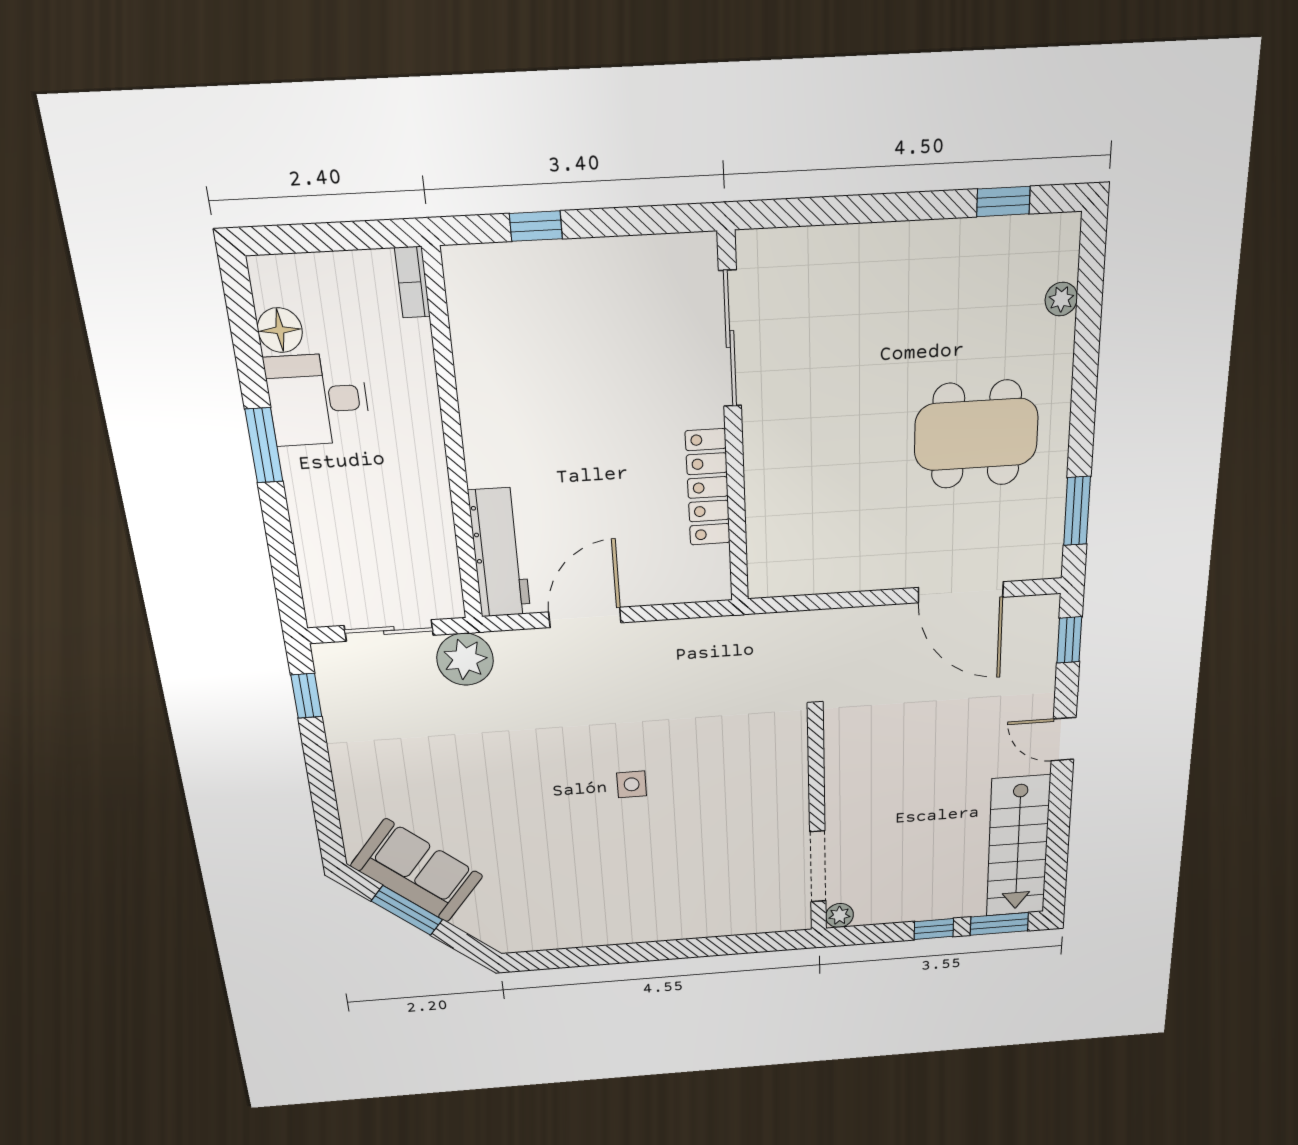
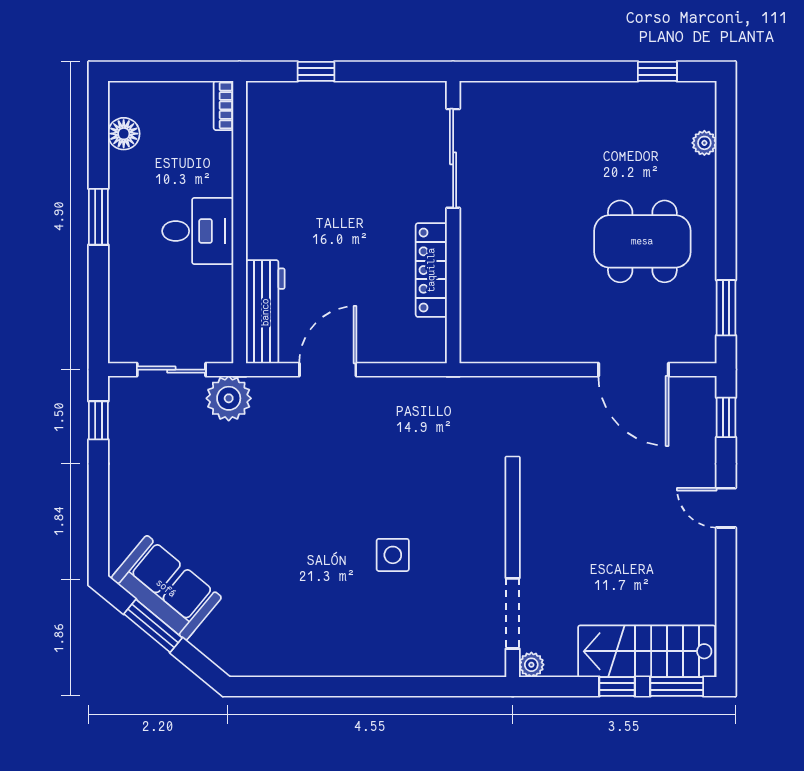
desk: (318, 400) -> (198, 231), moved, turned 180
side table: (632, 784) -> (393, 555), moved, width x1.37, depth x1.37
stairs: (1018, 846) -> (647, 651), moved, turned 90

